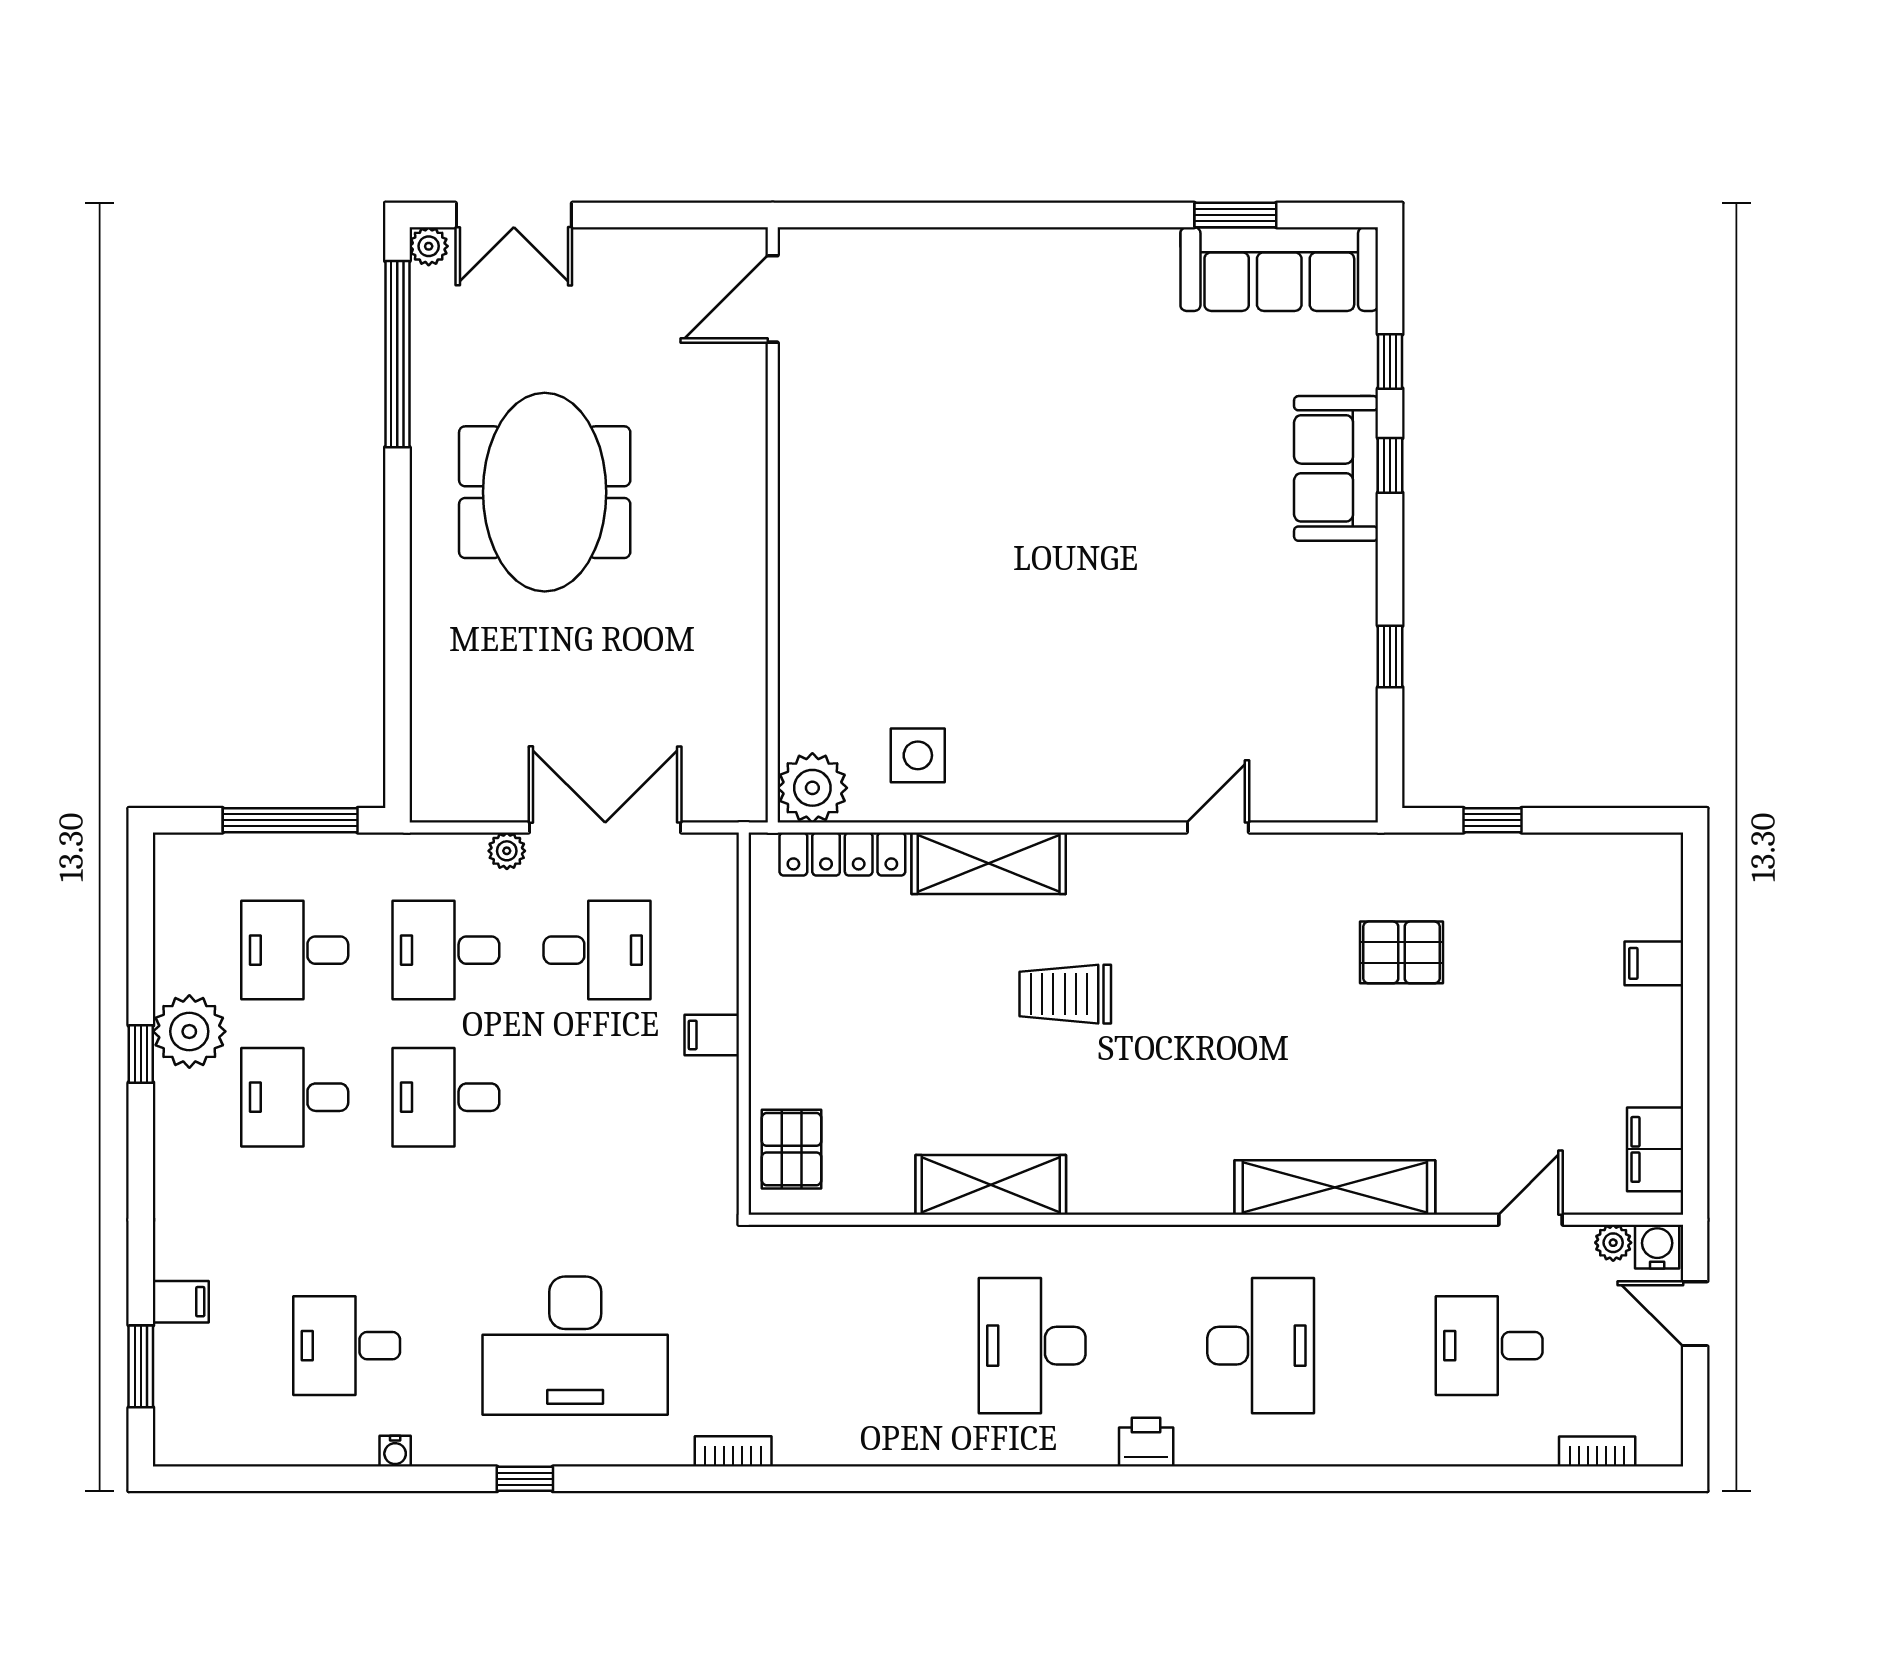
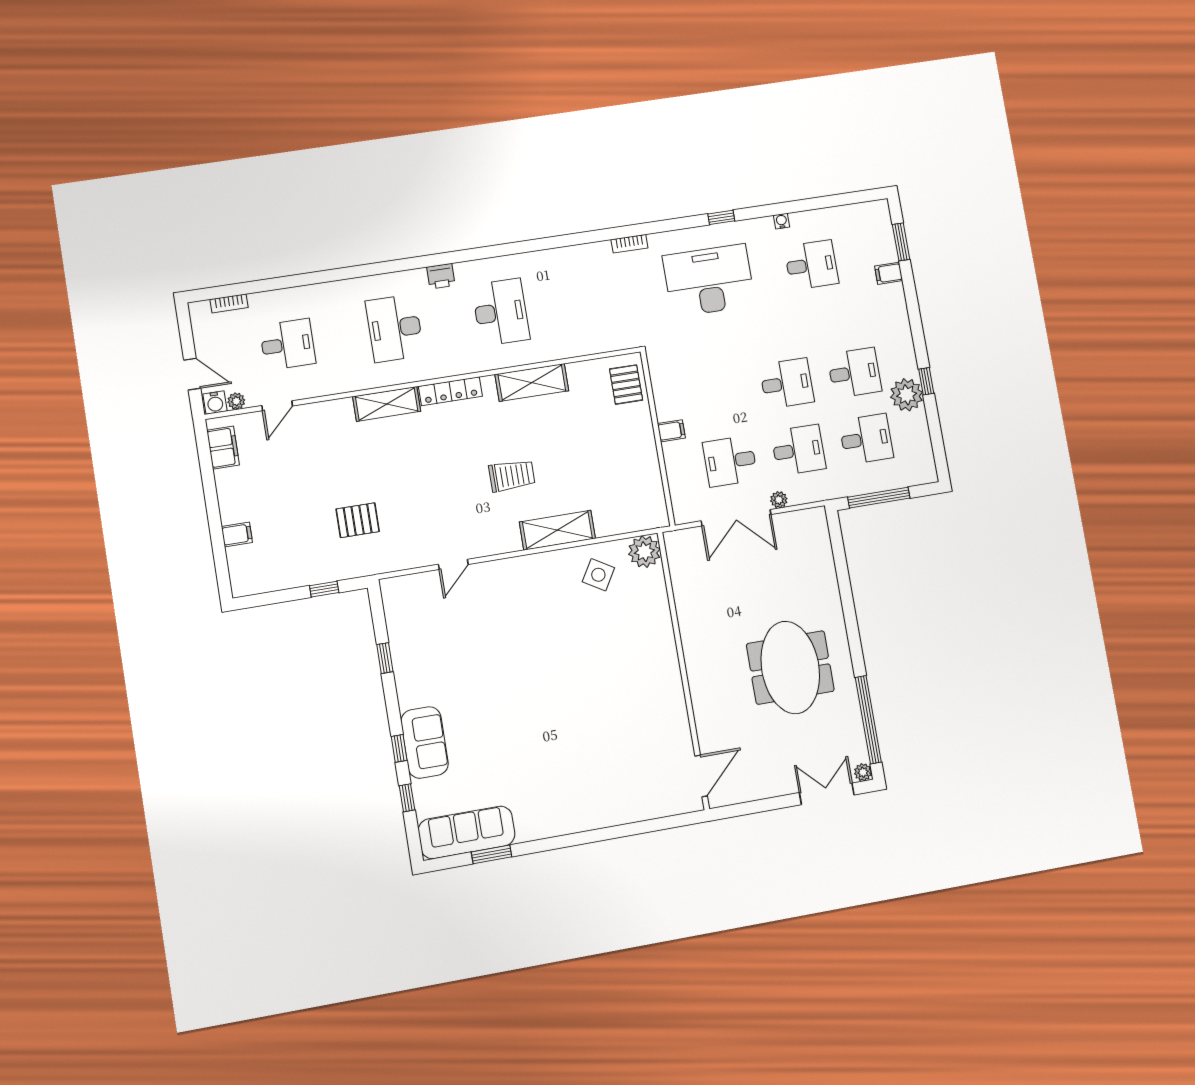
side table: (918, 755) -> (598, 575), turned 31
locker: (842, 854) -> (450, 391), moved, turned 180
shelving: (1335, 1188) -> (387, 404), width x0.68

